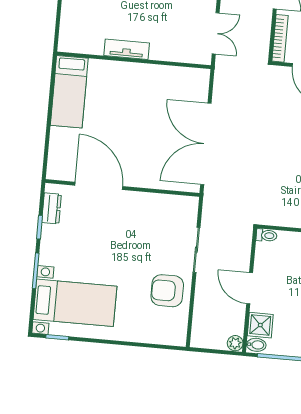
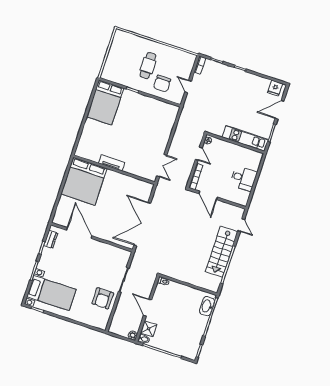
bed: (69, 92) -> (84, 181), width x2.04
armchair: (167, 291) -> (103, 298), turned -90

